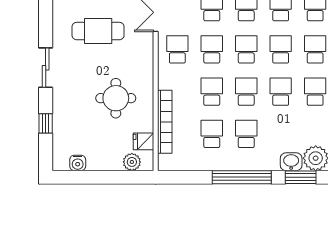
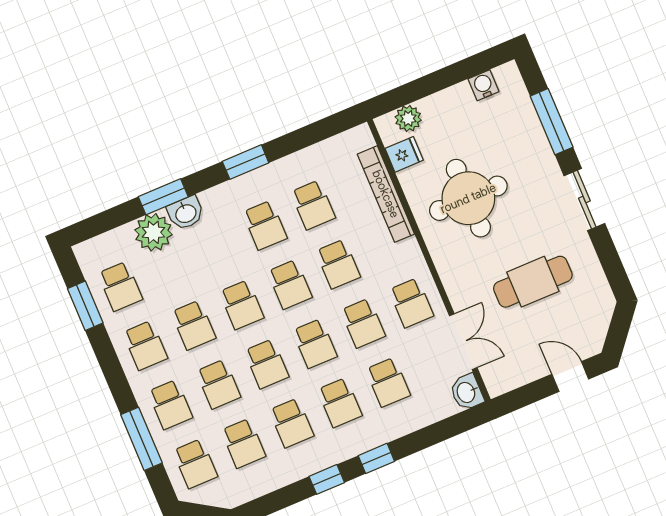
round table: (116, 98) -> (468, 198), width x1.36, depth x1.36
window: (46, 123) -> (552, 122), width x2.17
window: (242, 177) -> (246, 162), width x0.47

